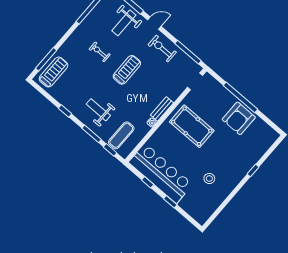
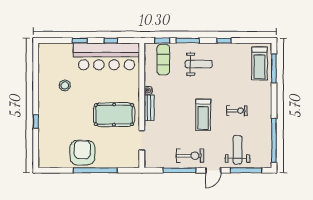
window: (188, 52) -> (179, 170), moved
doorway: (195, 81) -> (142, 140), moved

